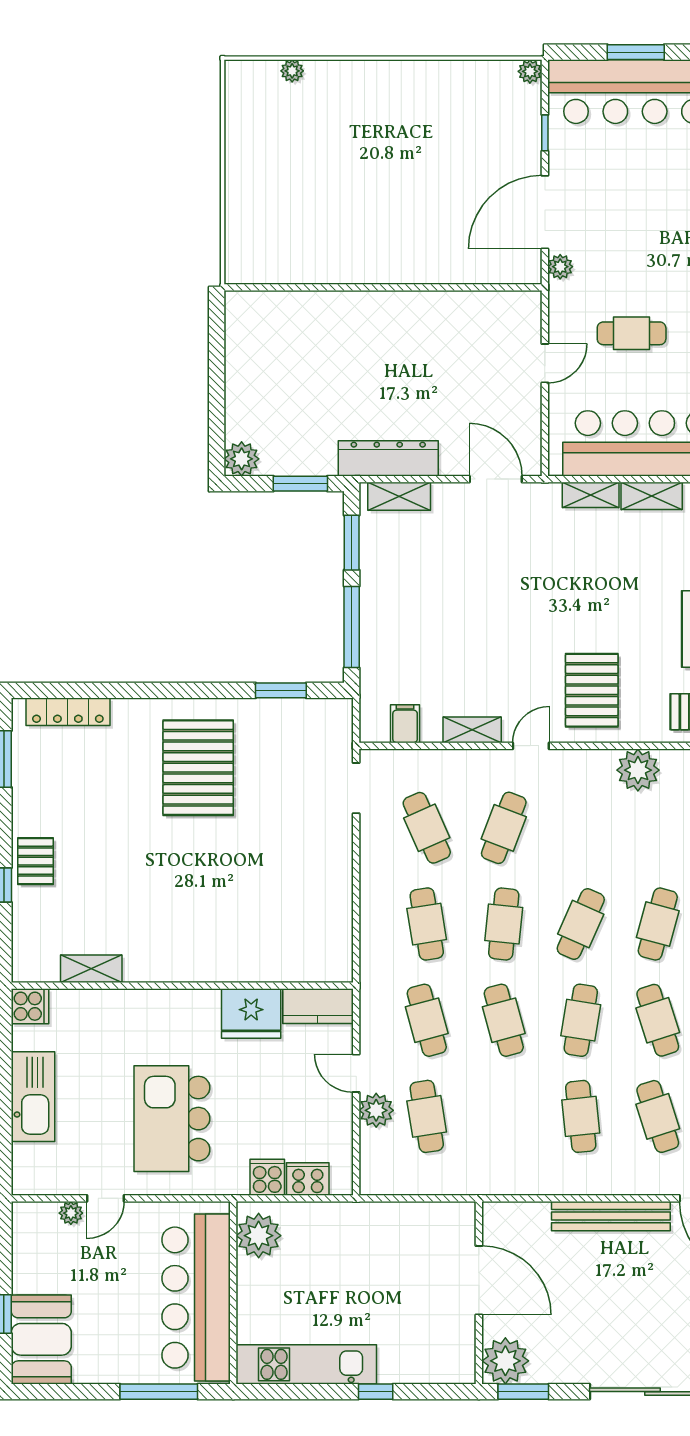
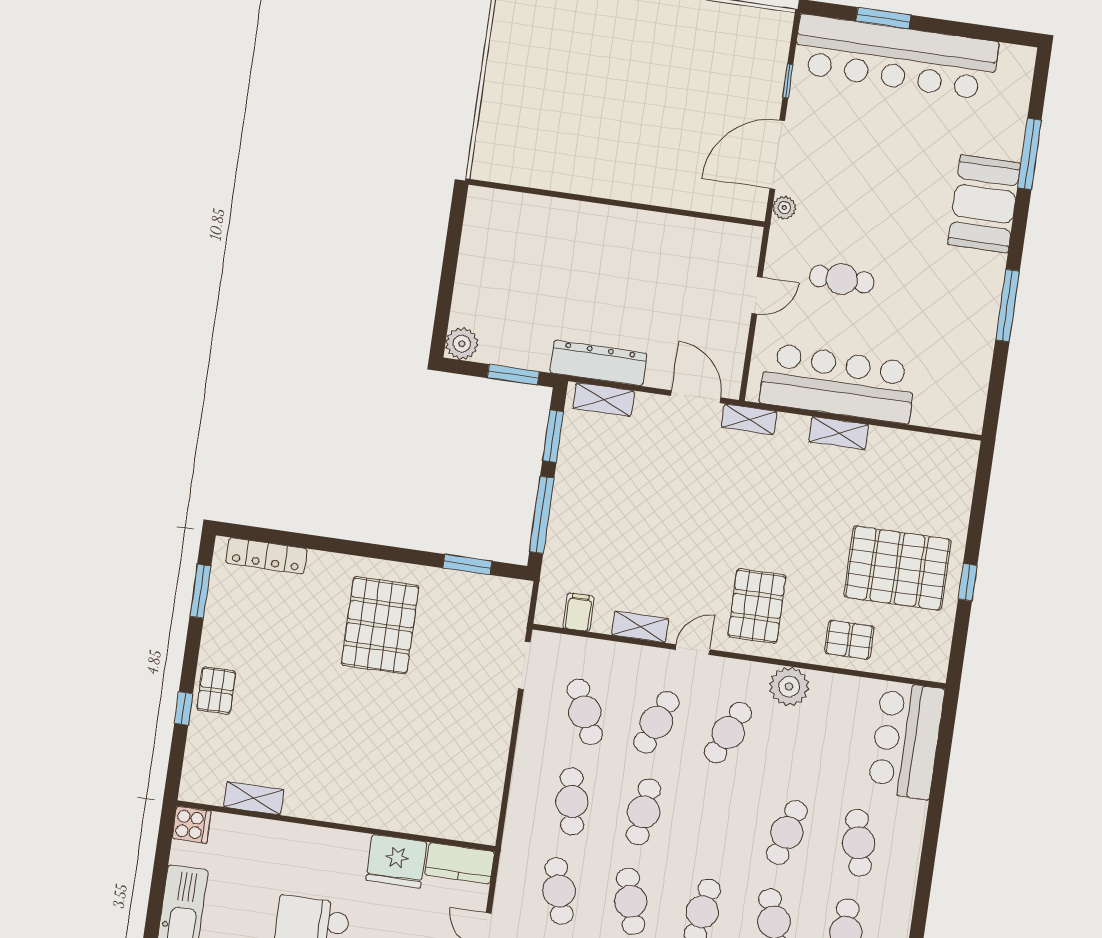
plant: (530, 71) -> (782, 22), removed
shelving: (591, 495) -> (749, 419), moved
cafe table: (581, 924) -> (728, 733), moved

